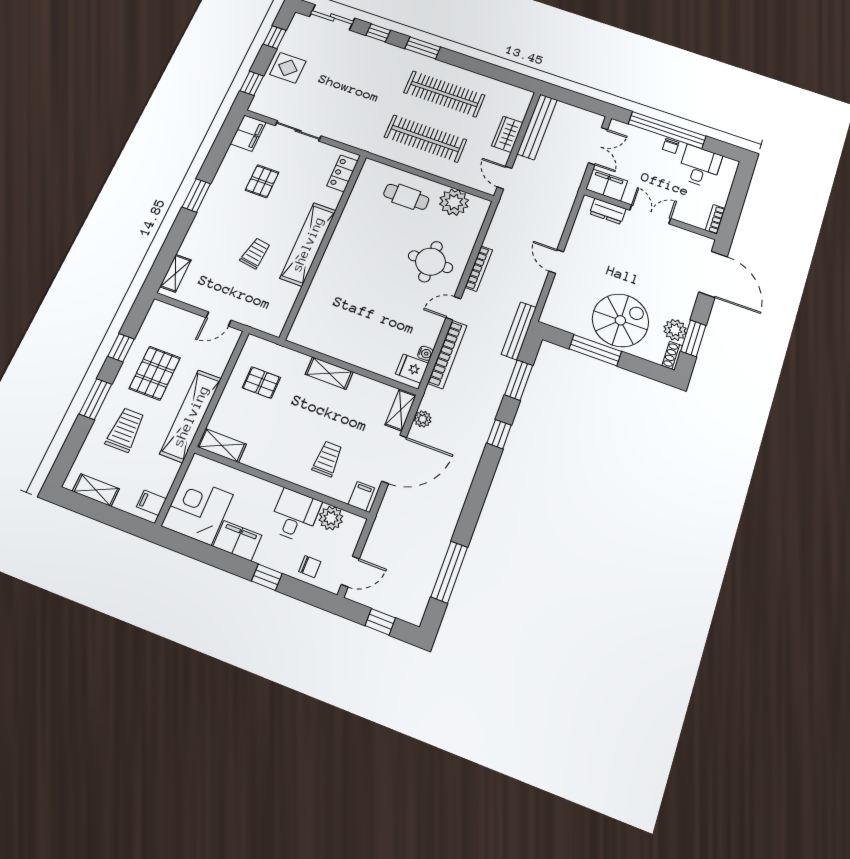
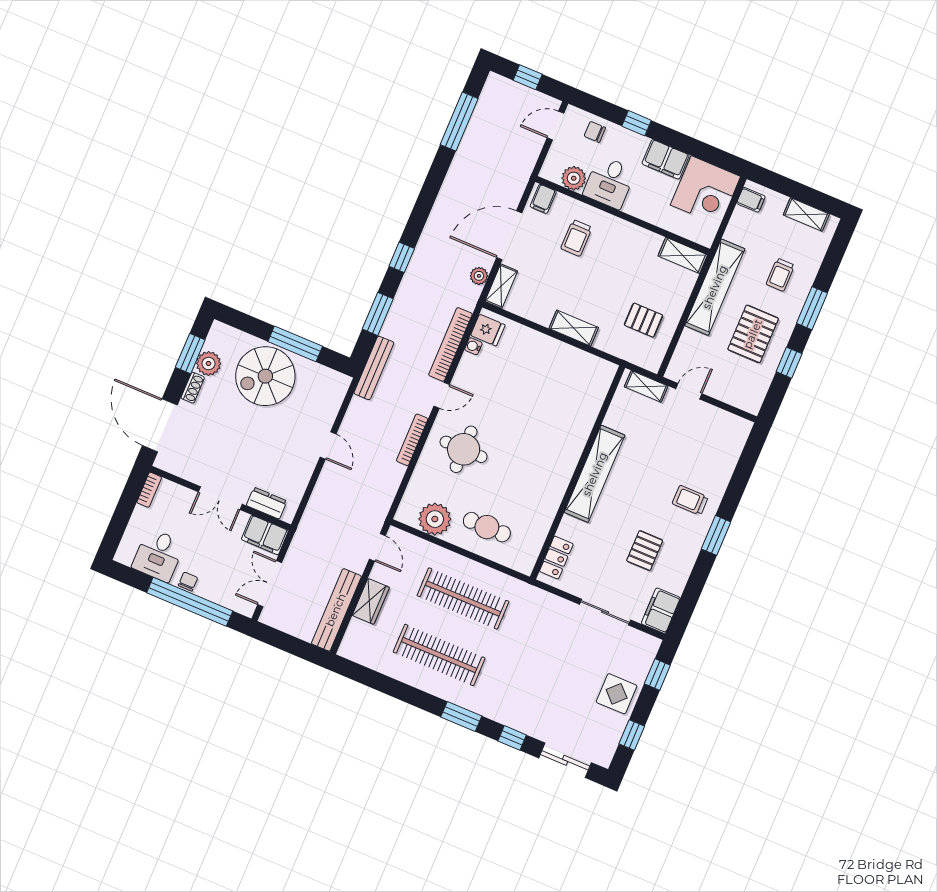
trolley: (255, 253) -> (690, 500), moved, turned 81
shelving: (176, 273) -> (646, 386), moved, turned 90
shoe rack: (672, 356) -> (193, 388), moved
trolley: (125, 430) -> (780, 275), width x0.73, depth x0.72

